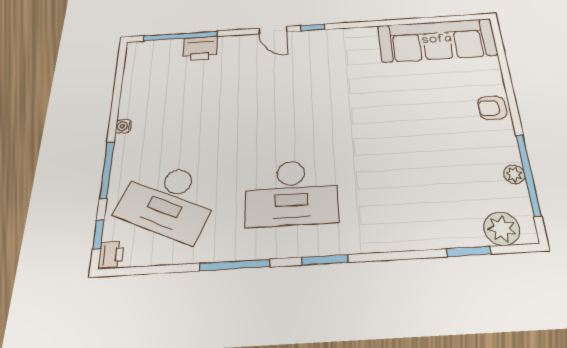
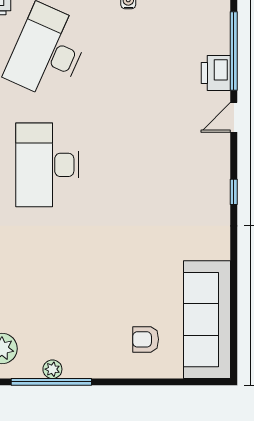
door: (273, 30) -> (234, 117), moved
armchair: (492, 108) -> (146, 339), moved, turned -90

